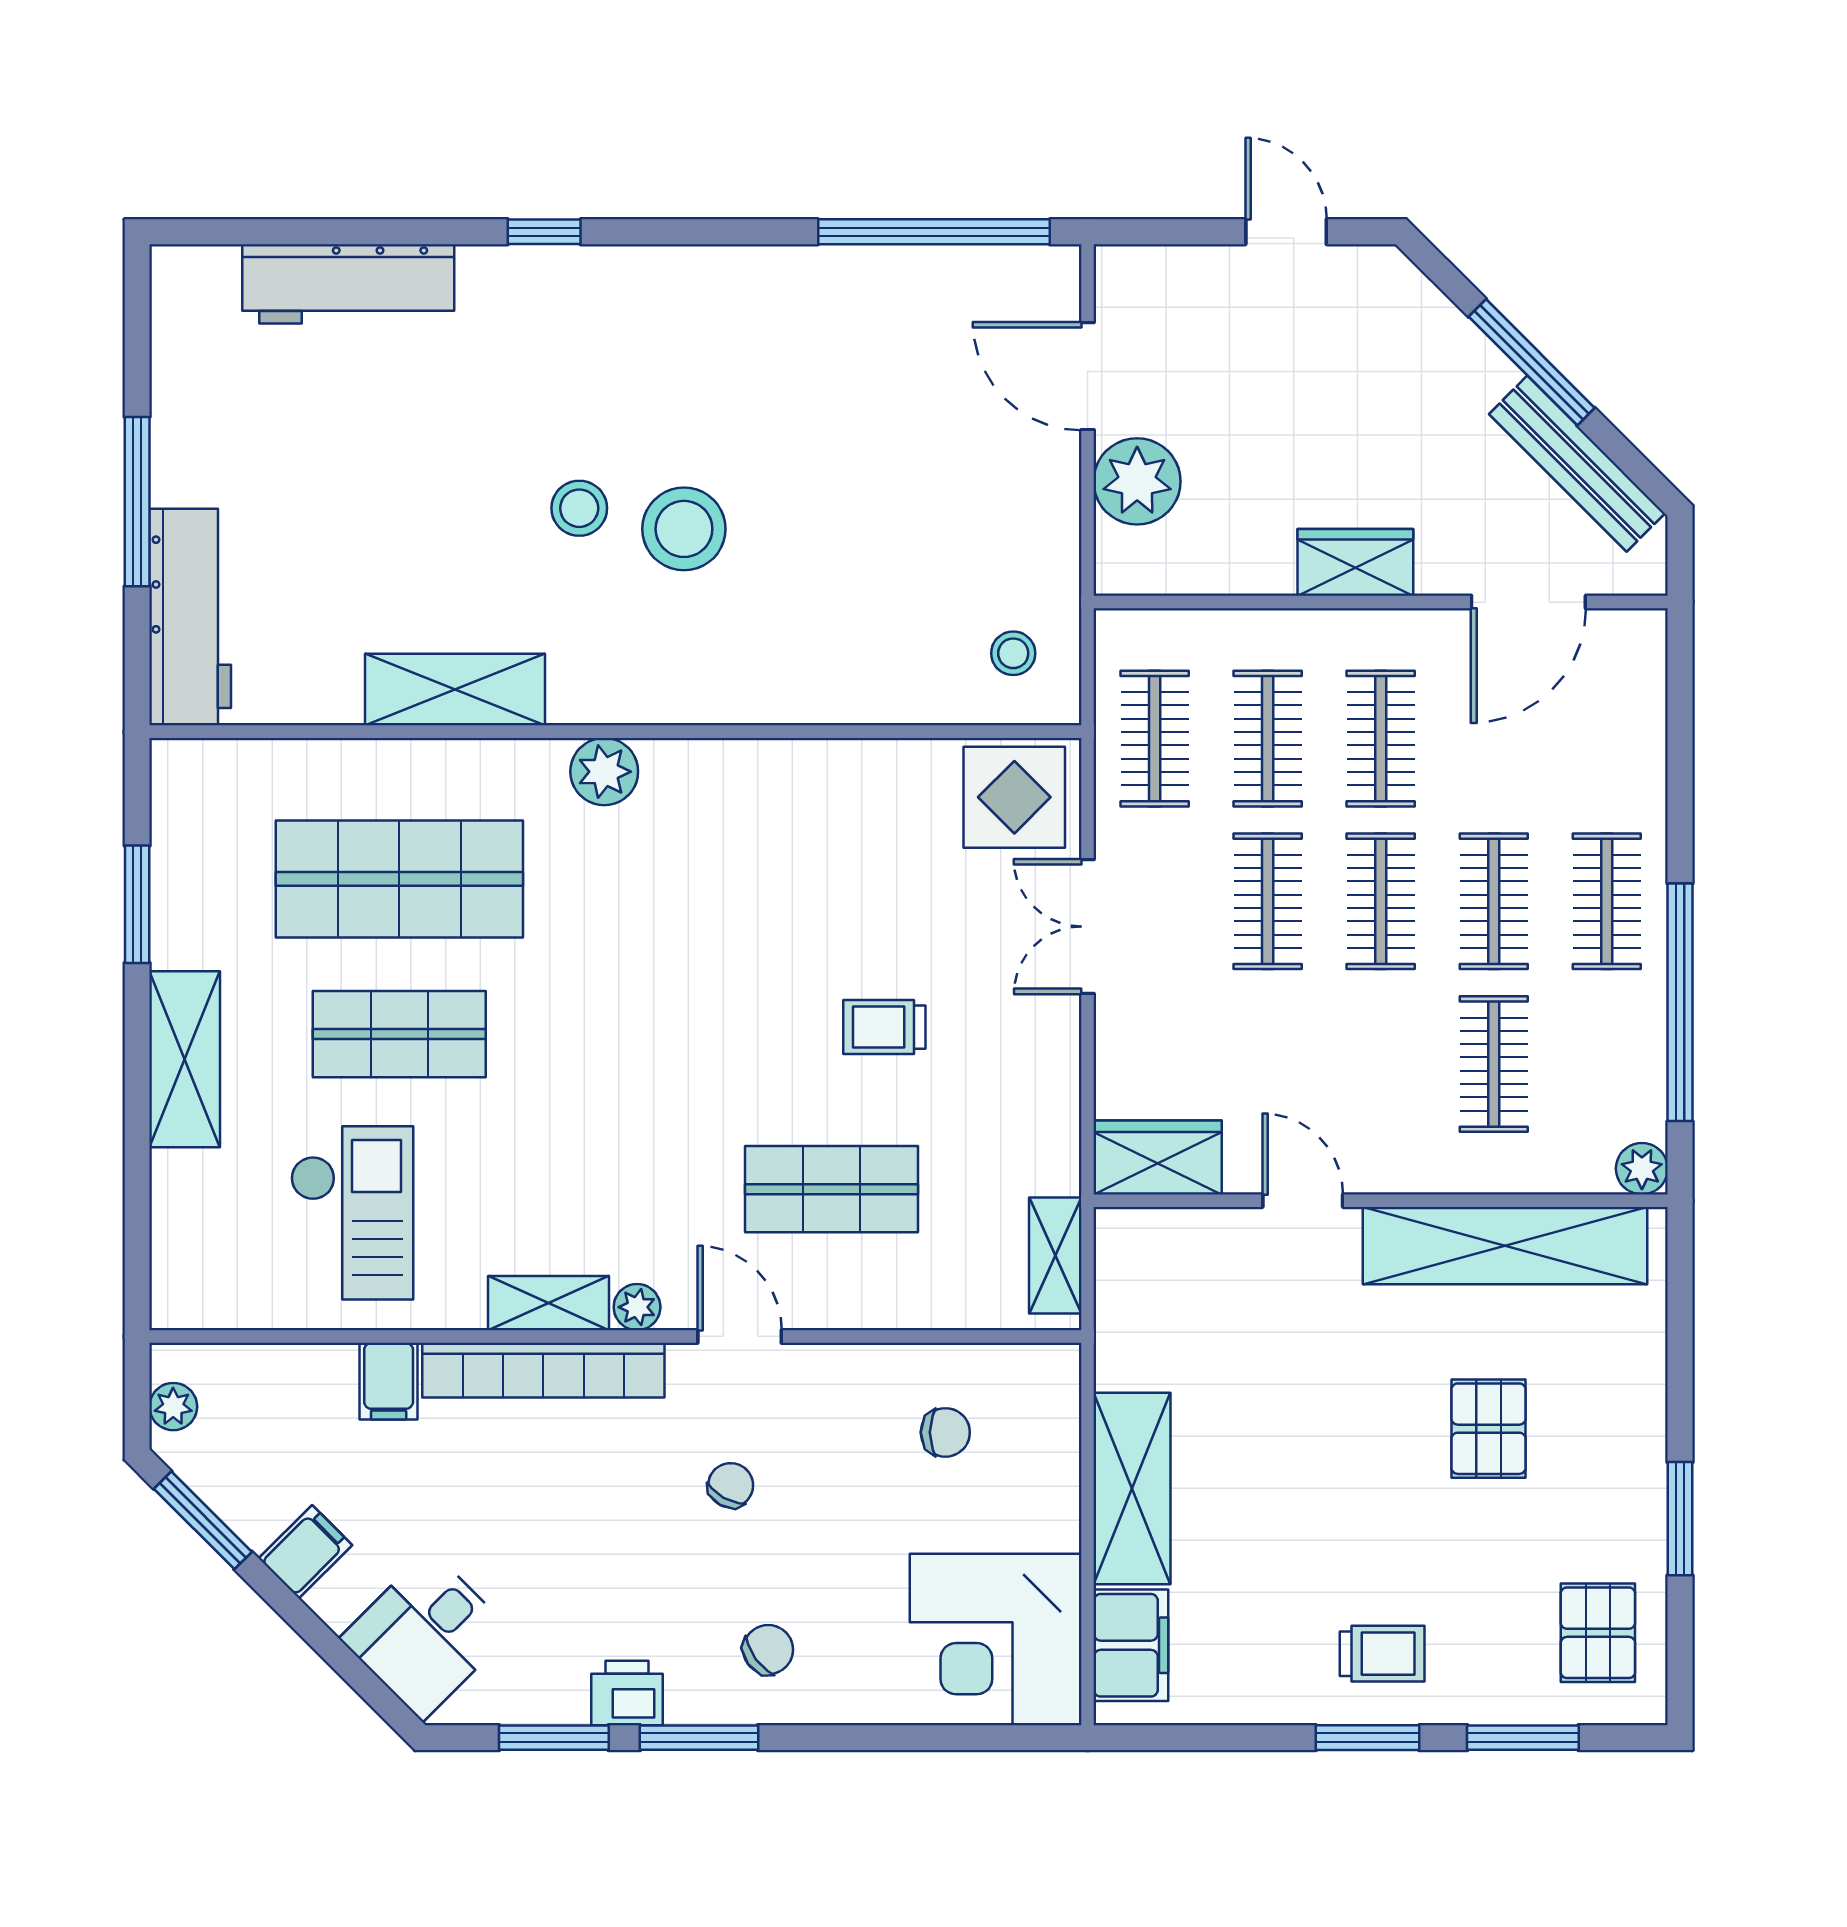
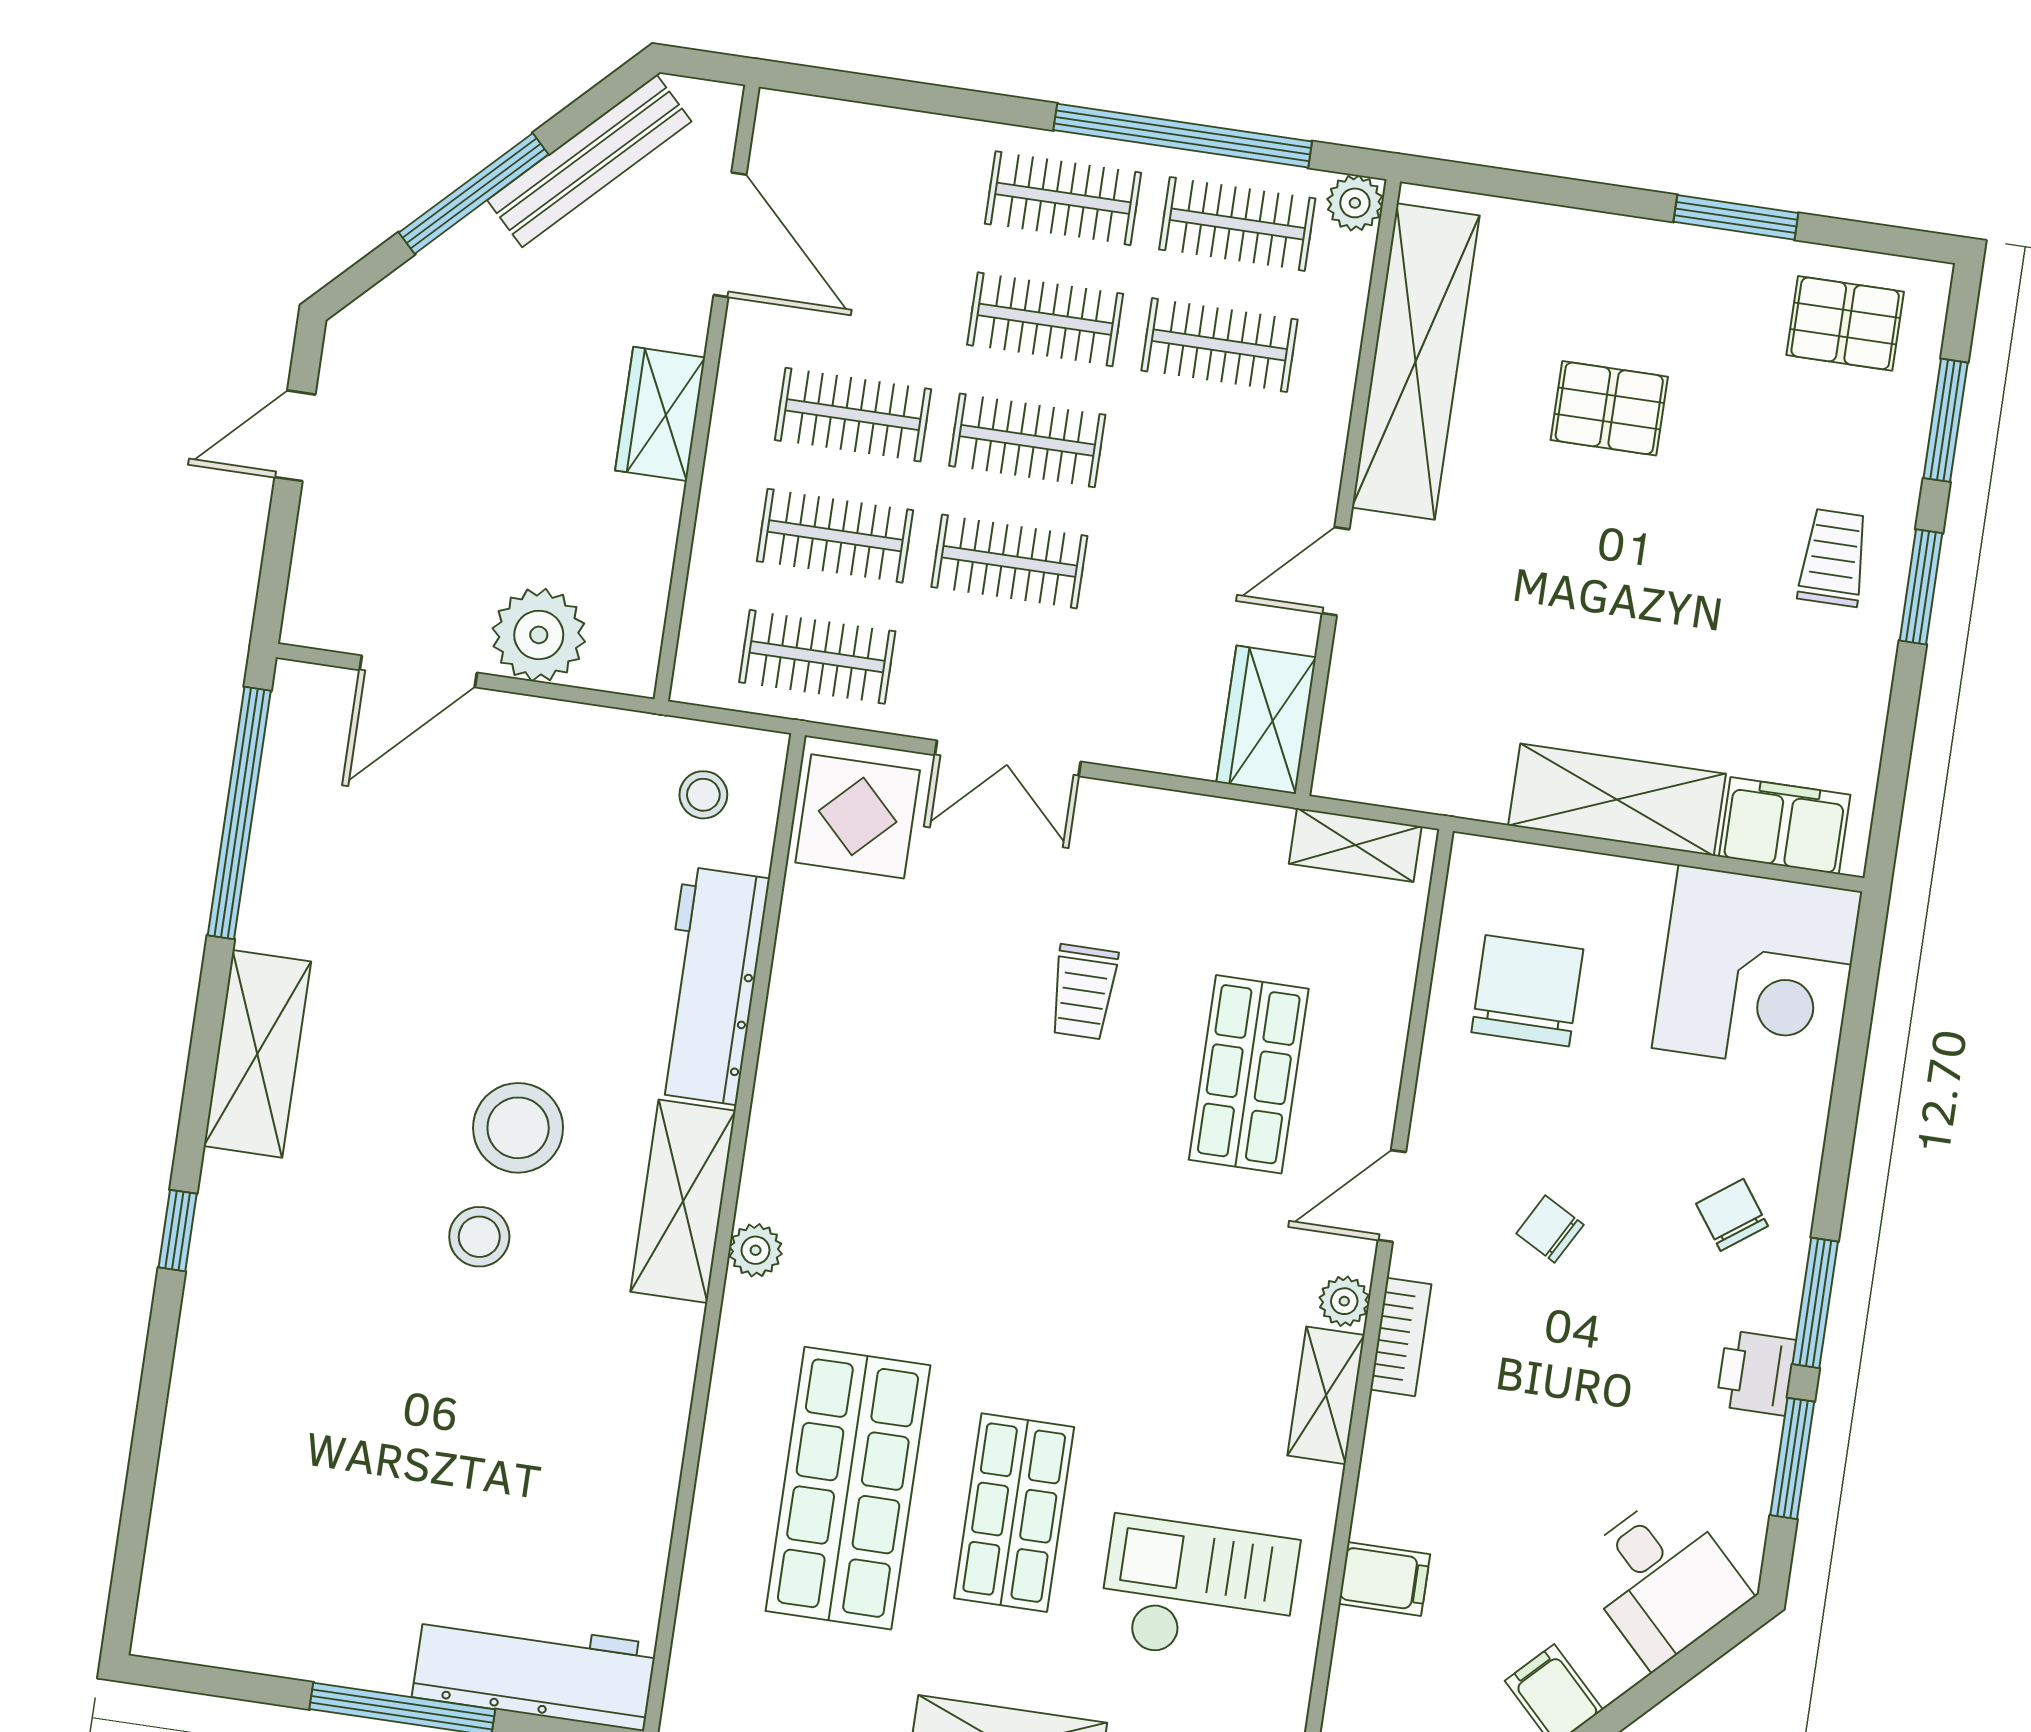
shelving: (716, 281) -> (257, 1054), added
workbench: (348, 284) -> (711, 986), moved, turned 180
shelving: (455, 690) -> (683, 1201), moved
plant: (604, 772) -> (756, 1250), width x0.73, depth x0.73
clothes rail: (1607, 1064) -> (1237, 224), added
bookcase: (543, 1370) -> (1401, 1337), width x0.43, depth x0.76
chair: (945, 1432) -> (1527, 991), width x1.87, depth x1.87

